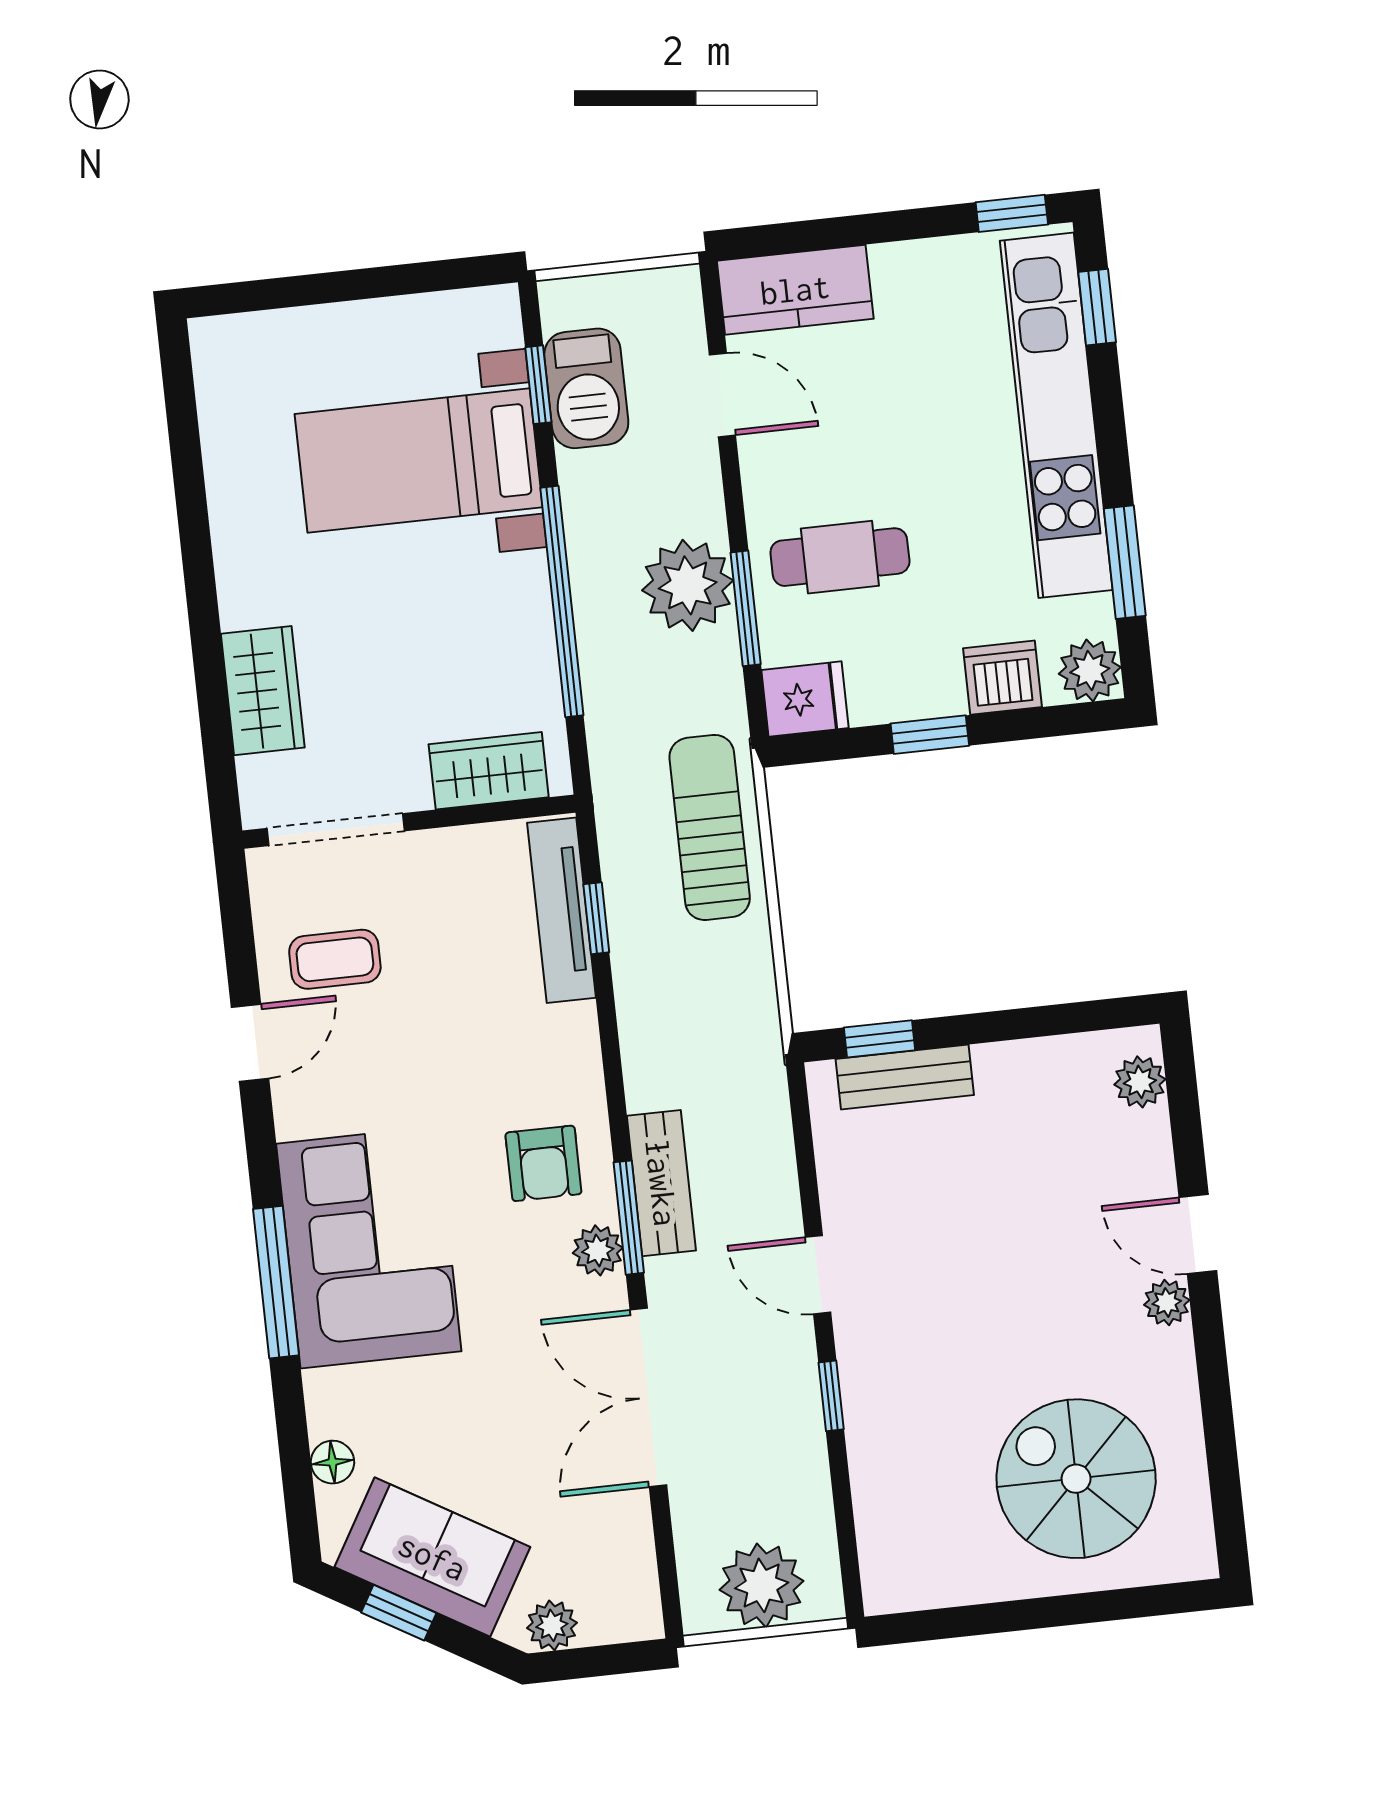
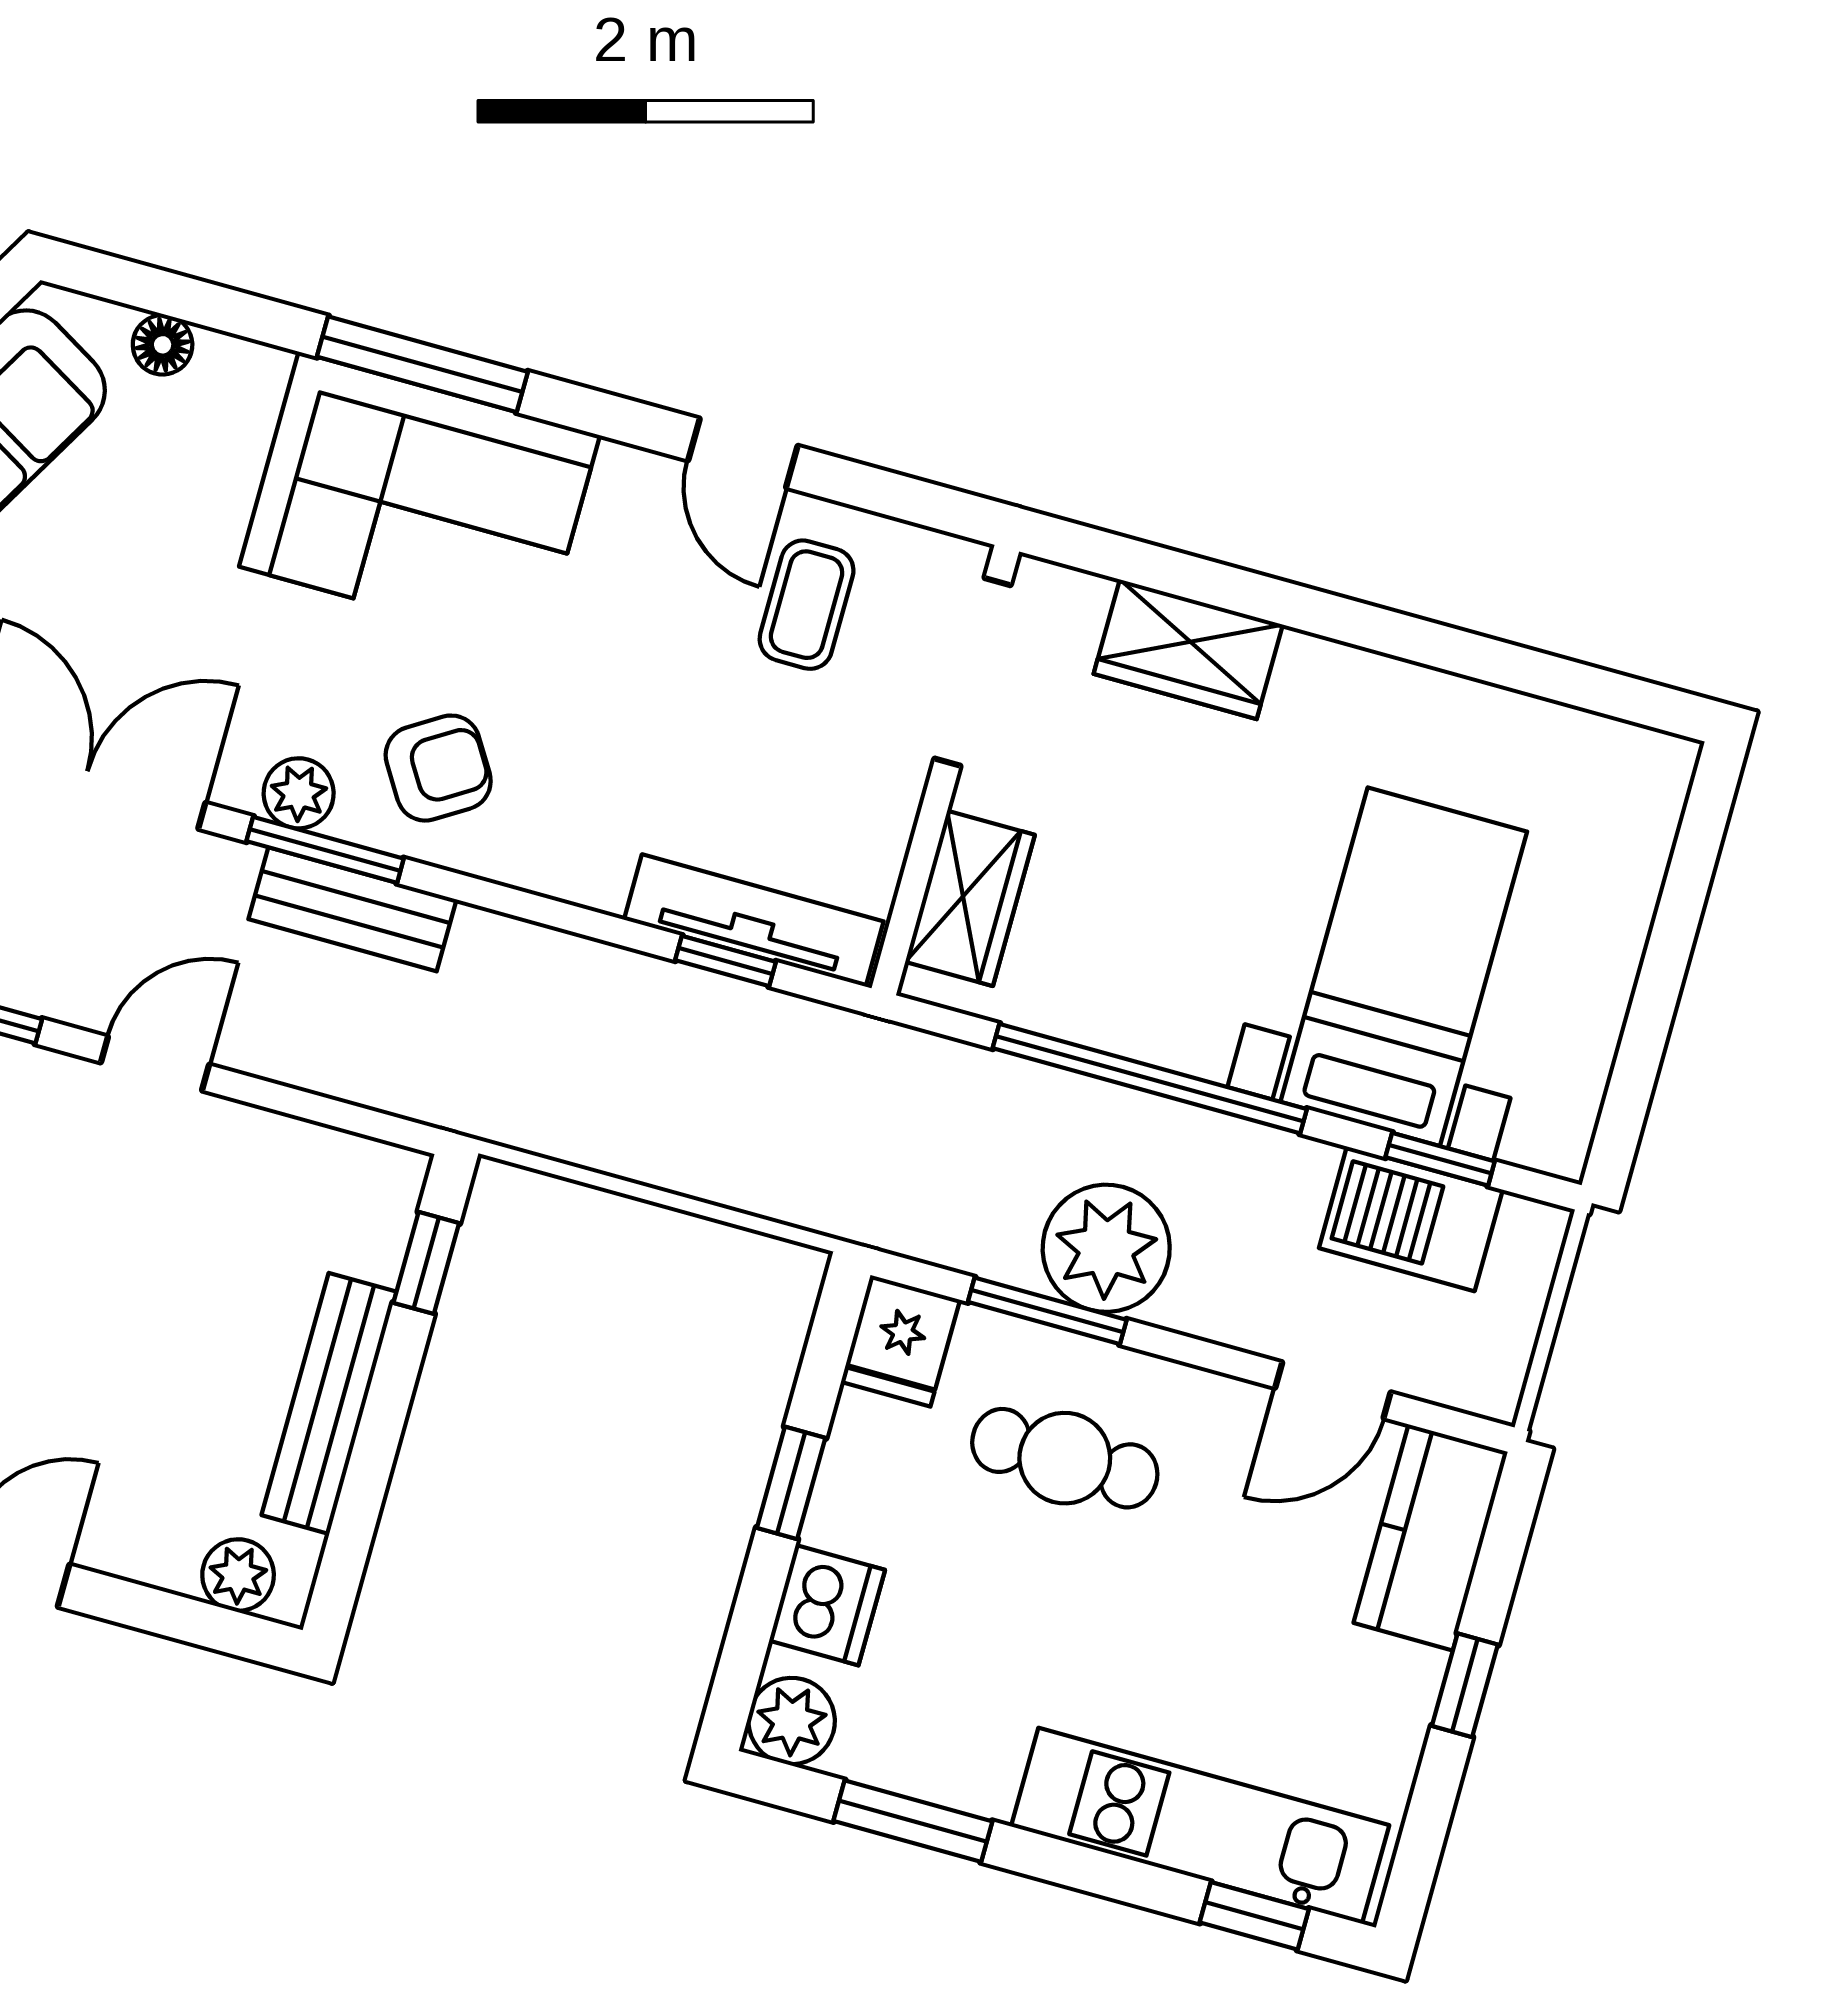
window: (1012, 213) -> (1465, 1685), moved
kitchen unit: (1056, 415) -> (1200, 1826), width x0.73
cafe table: (840, 557) -> (1065, 1458), turned 90
sun lounger: (710, 827) -> (784, 1153), removed
bench: (905, 1077) -> (329, 1403), moved, width x1.36
armchair: (543, 1163) -> (438, 768), turned 148

